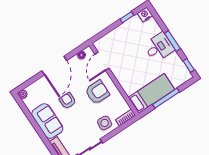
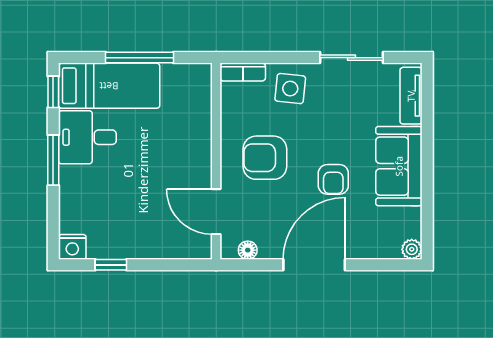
desk: (159, 47) -> (87, 137), moved
door: (102, 61) -> (216, 212), swing flipped
bed: (151, 93) -> (109, 86), moved, turned 180

